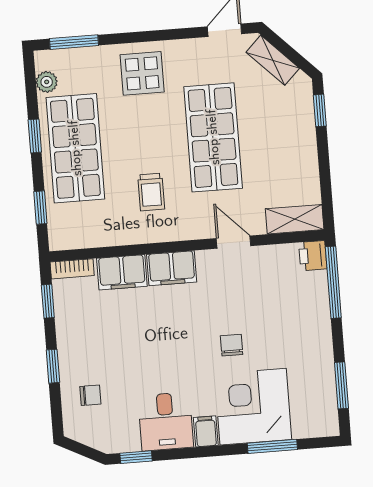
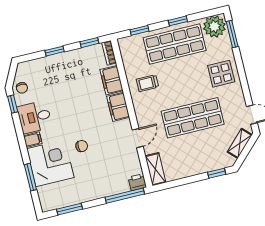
plant: (47, 82) -> (214, 26), width x1.88, depth x1.88
trolley: (151, 192) -> (147, 83), moved
chair: (90, 395) -> (22, 88), moved

